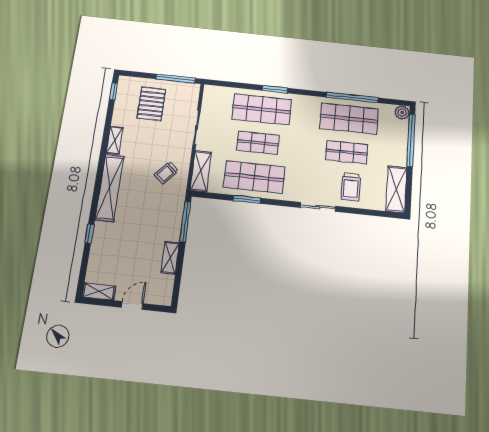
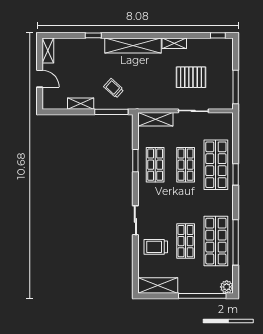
pallet: (151, 104) -> (191, 77), moved
trolley: (166, 173) -> (114, 88), moved
shop shelf: (254, 177) -> (155, 165), width x0.70, depth x0.74

